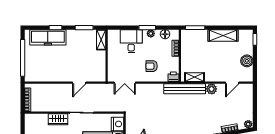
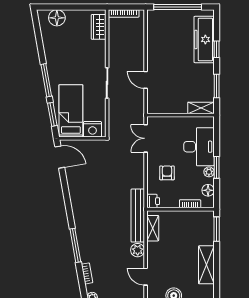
desk: (131, 41) -> (199, 147), width x1.37
wardrobe: (58, 119) -> (99, 27), moved

